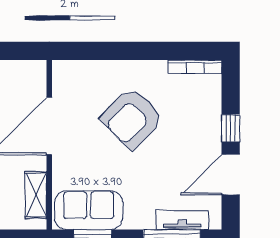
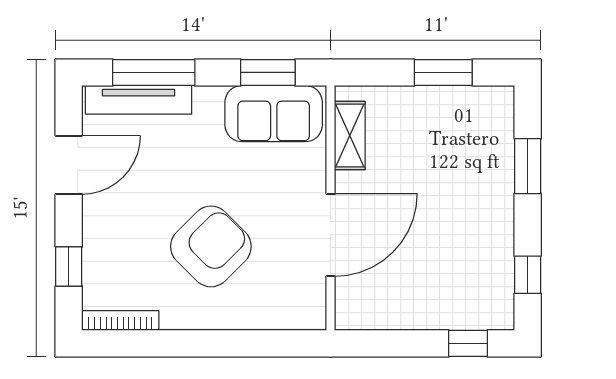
window: (231, 128) -> (69, 266), moved
tv unit: (182, 220) -> (139, 100), width x1.41

